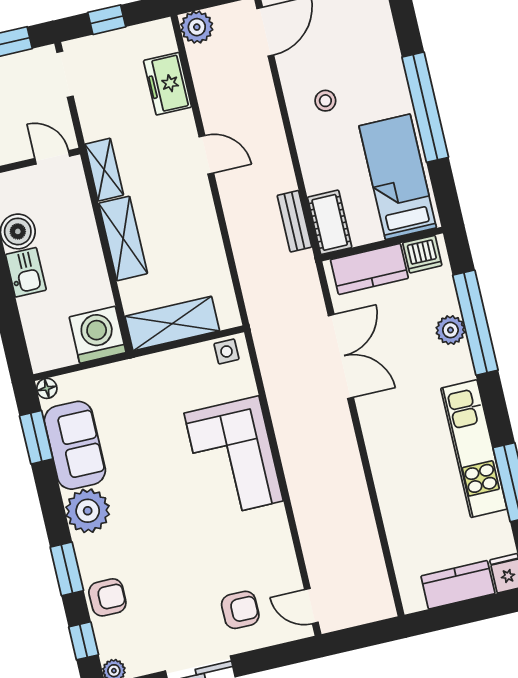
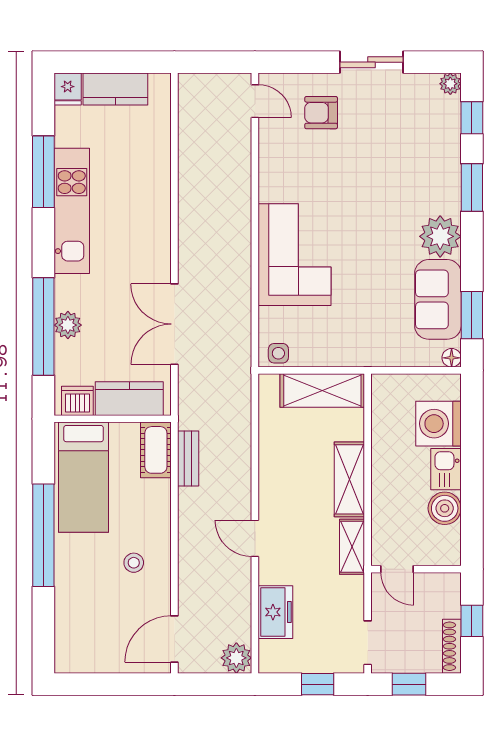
washing machine: (98, 335) -> (439, 424), moved, turned 90
armchair: (107, 597) -> (441, 153), removed

